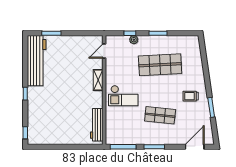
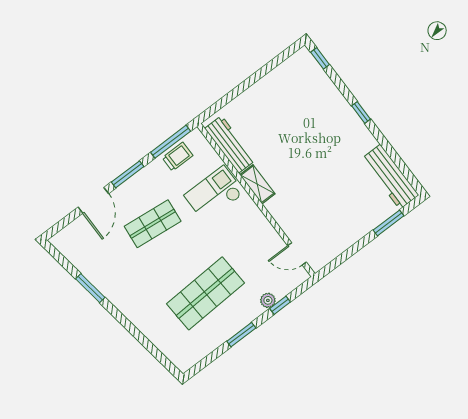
door: (104, 51) -> (297, 254), swing flipped
workbench: (37, 61) -> (390, 177), width x0.73, depth x0.76
shelving: (98, 80) -> (257, 184), moved
checkout: (123, 96) -> (214, 194), moved
trolley: (191, 96) -> (178, 157), moved
door: (195, 147) -> (93, 200), moved

